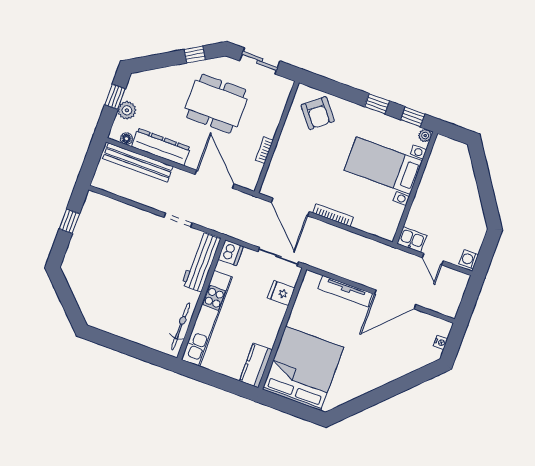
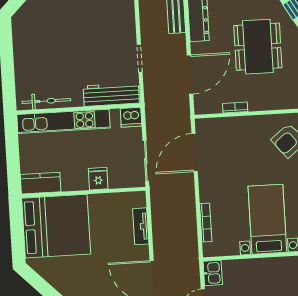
bookcase: (333, 215) -> (206, 223), moved
tv unit: (345, 291) -> (141, 226), width x0.71
fridge: (281, 293) -> (98, 179), moved

